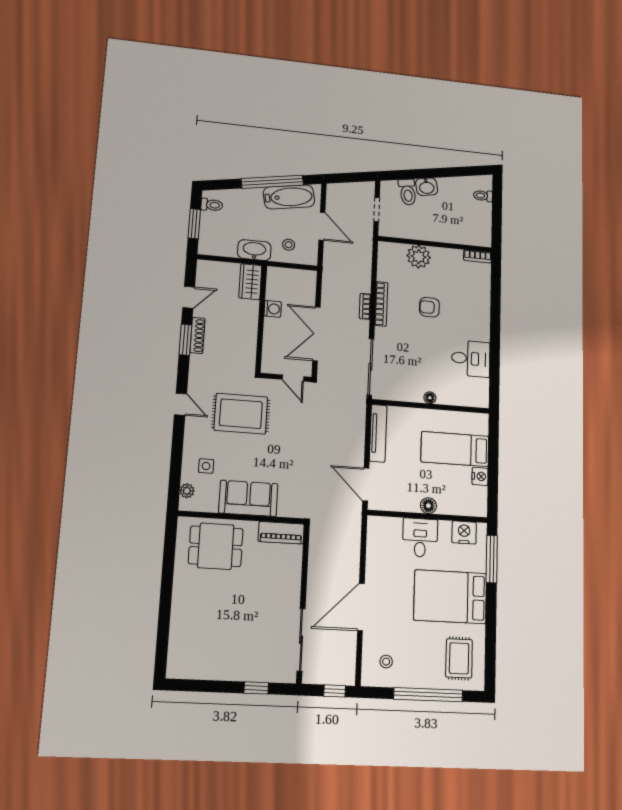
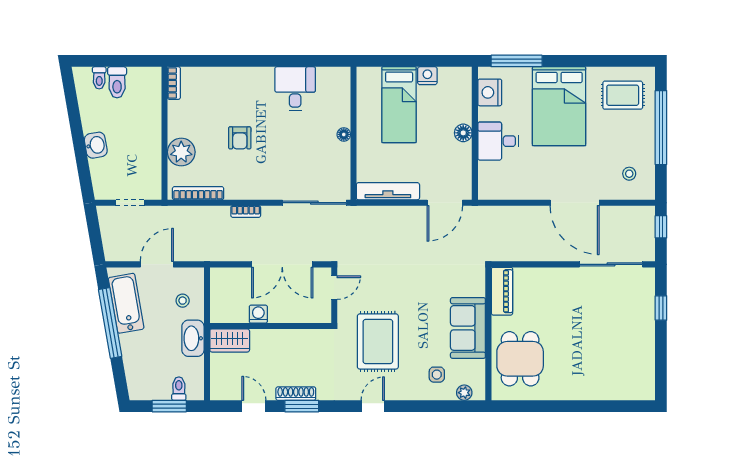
toilet: (408, 192) -> (117, 82), moved, turned 100
toilet: (212, 205) -> (179, 389), moved
bookcase: (381, 304) -> (198, 193), moved

